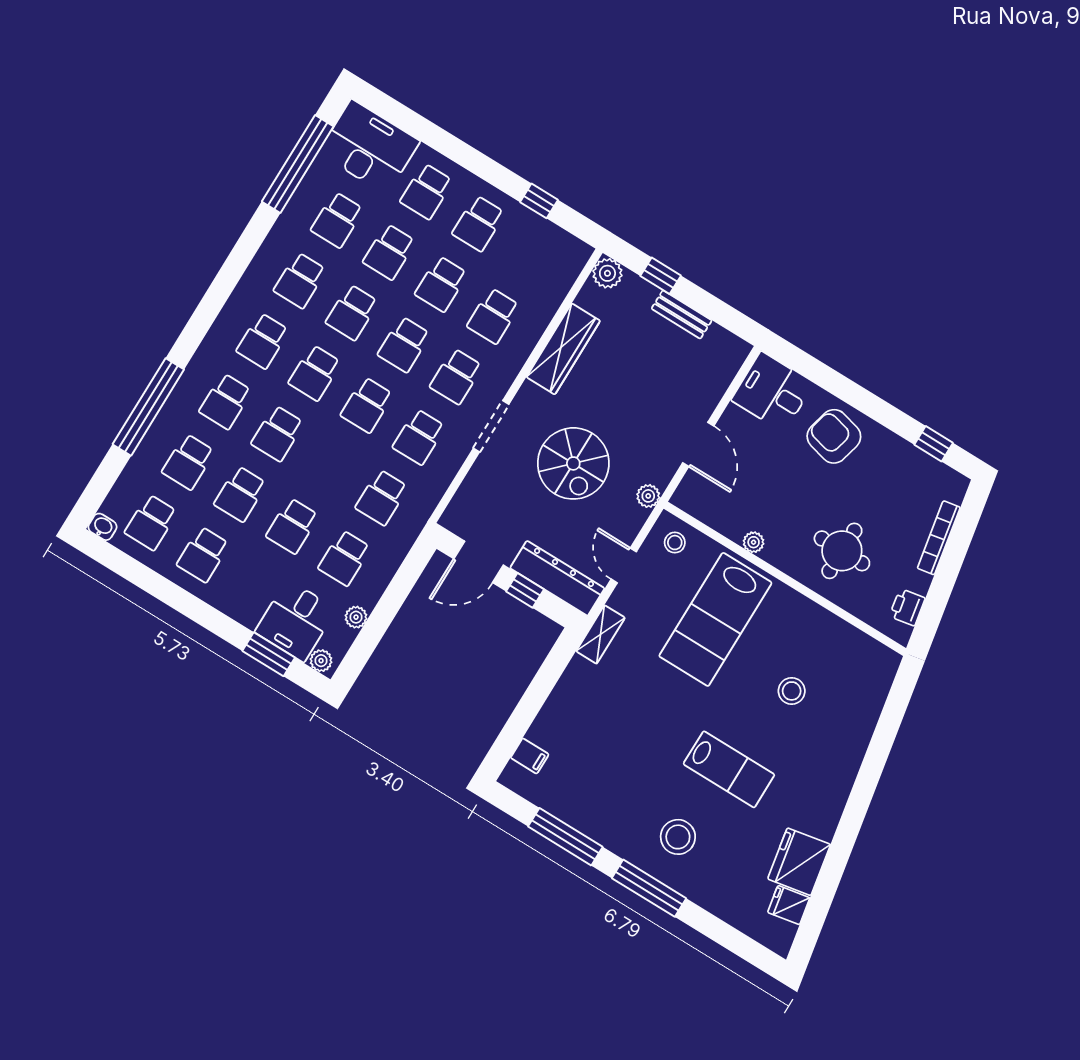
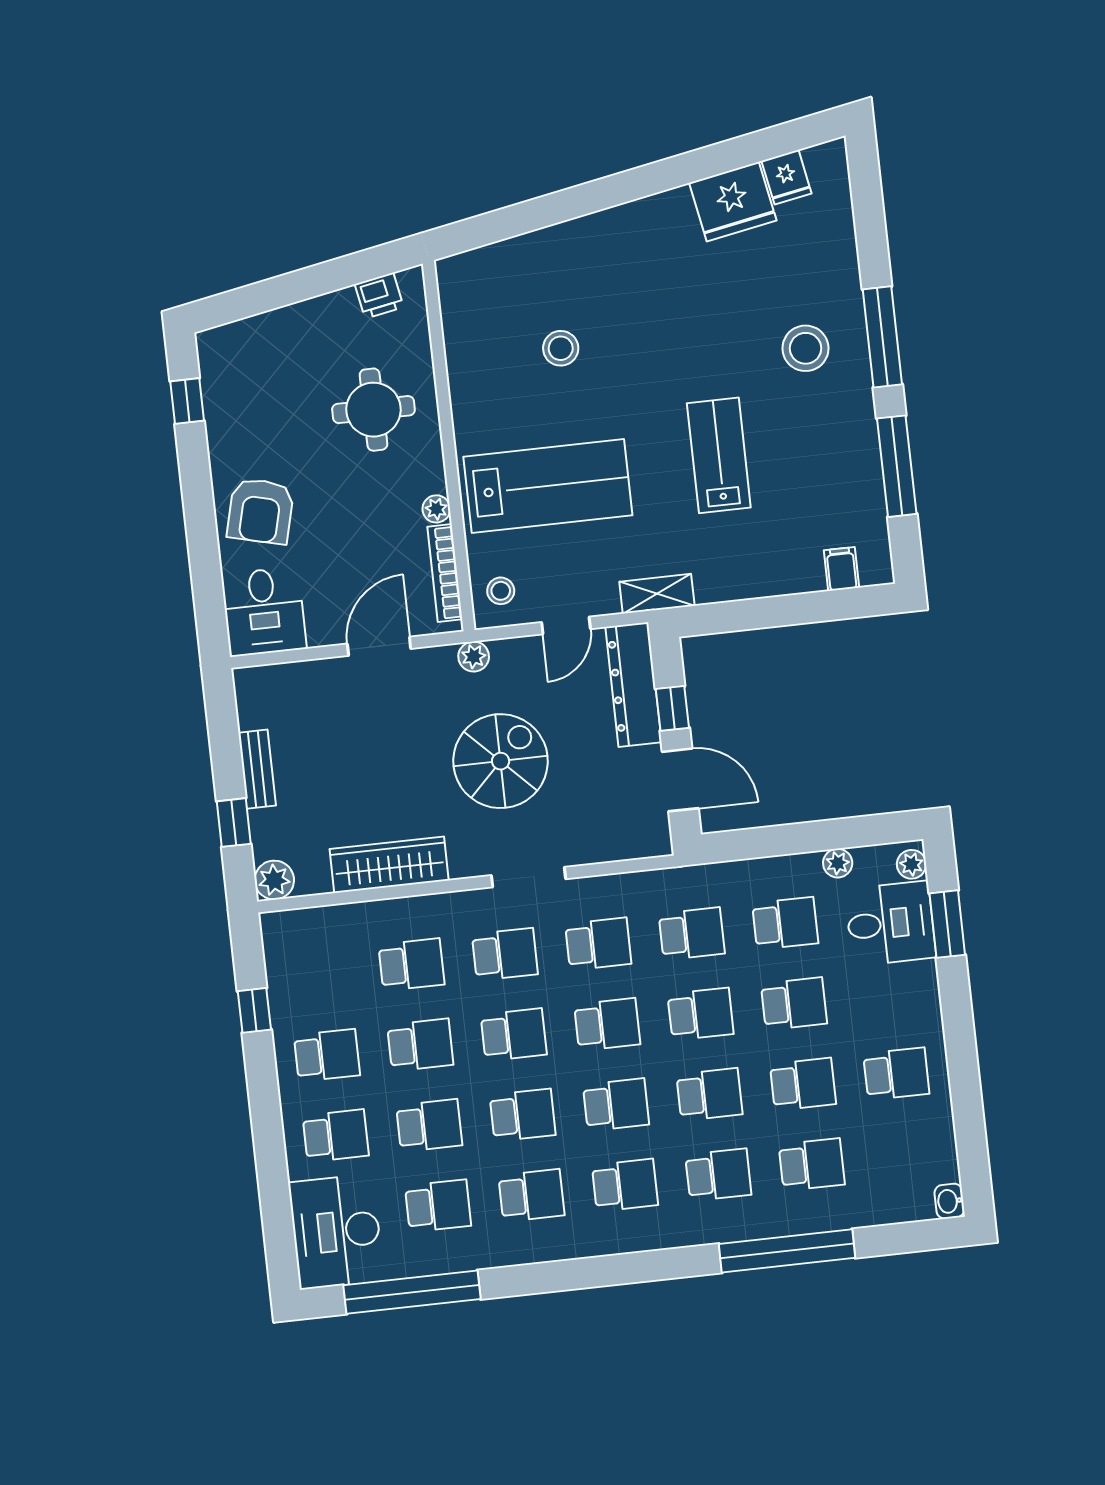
school desk: (151, 522) -> (701, 1014), moved
bookcase: (939, 538) -> (445, 573), moved, turned 101
lab bench: (729, 769) -> (719, 455), moved

